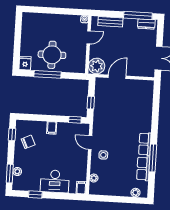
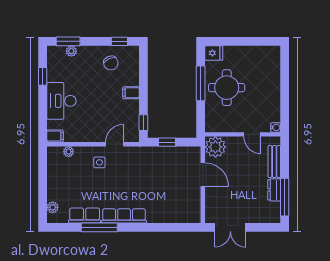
dresser: (146, 24) -> (274, 190), moved
row of seats: (145, 144) -> (124, 216), width x1.48

